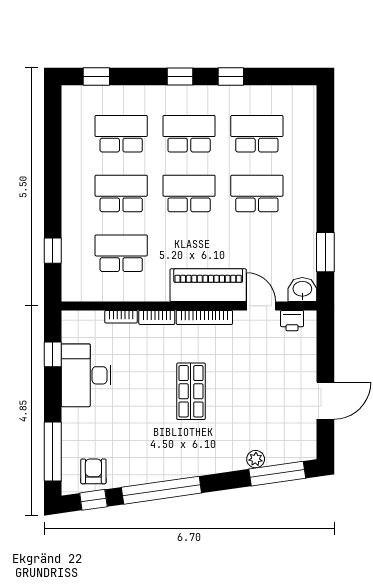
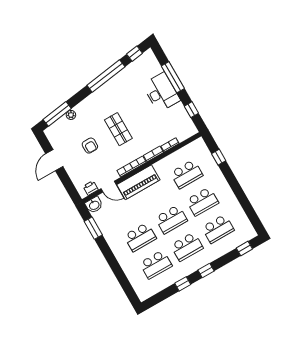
desk: (86, 375) -> (161, 92), moved
window: (53, 452) -> (173, 77), moved
armchair: (93, 471) -> (90, 146), moved

